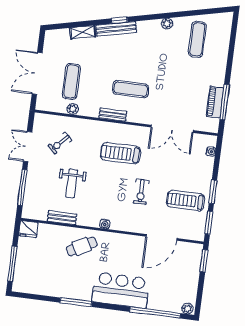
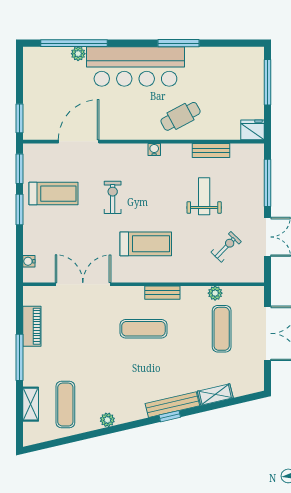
shelving: (224, 43) -> (31, 404), added
window: (225, 102) -> (20, 357), moved
bar counter: (121, 290) -> (135, 66), width x1.36
plant: (187, 309) -> (78, 54), moved

